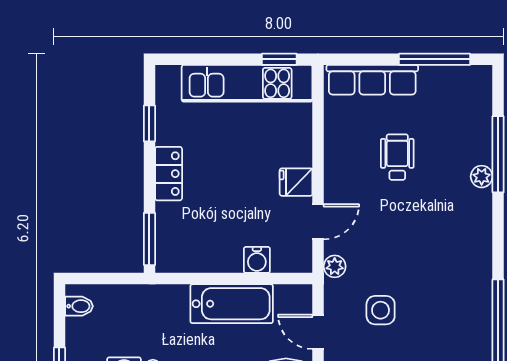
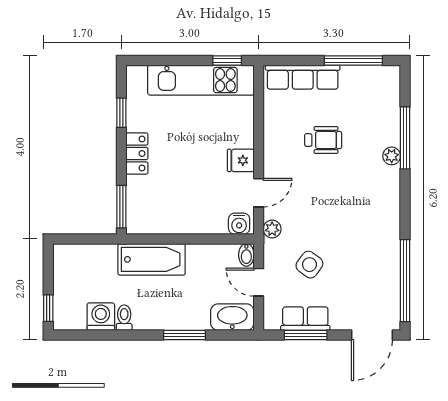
wheelchair: (397, 157) -> (323, 140), turned 90
water cooler: (257, 260) -> (239, 224), moved
bathtub: (232, 304) -> (152, 259), moved
bidet: (79, 306) -> (246, 255), moved, turned 90
side table: (381, 310) -> (309, 265), turned 36

